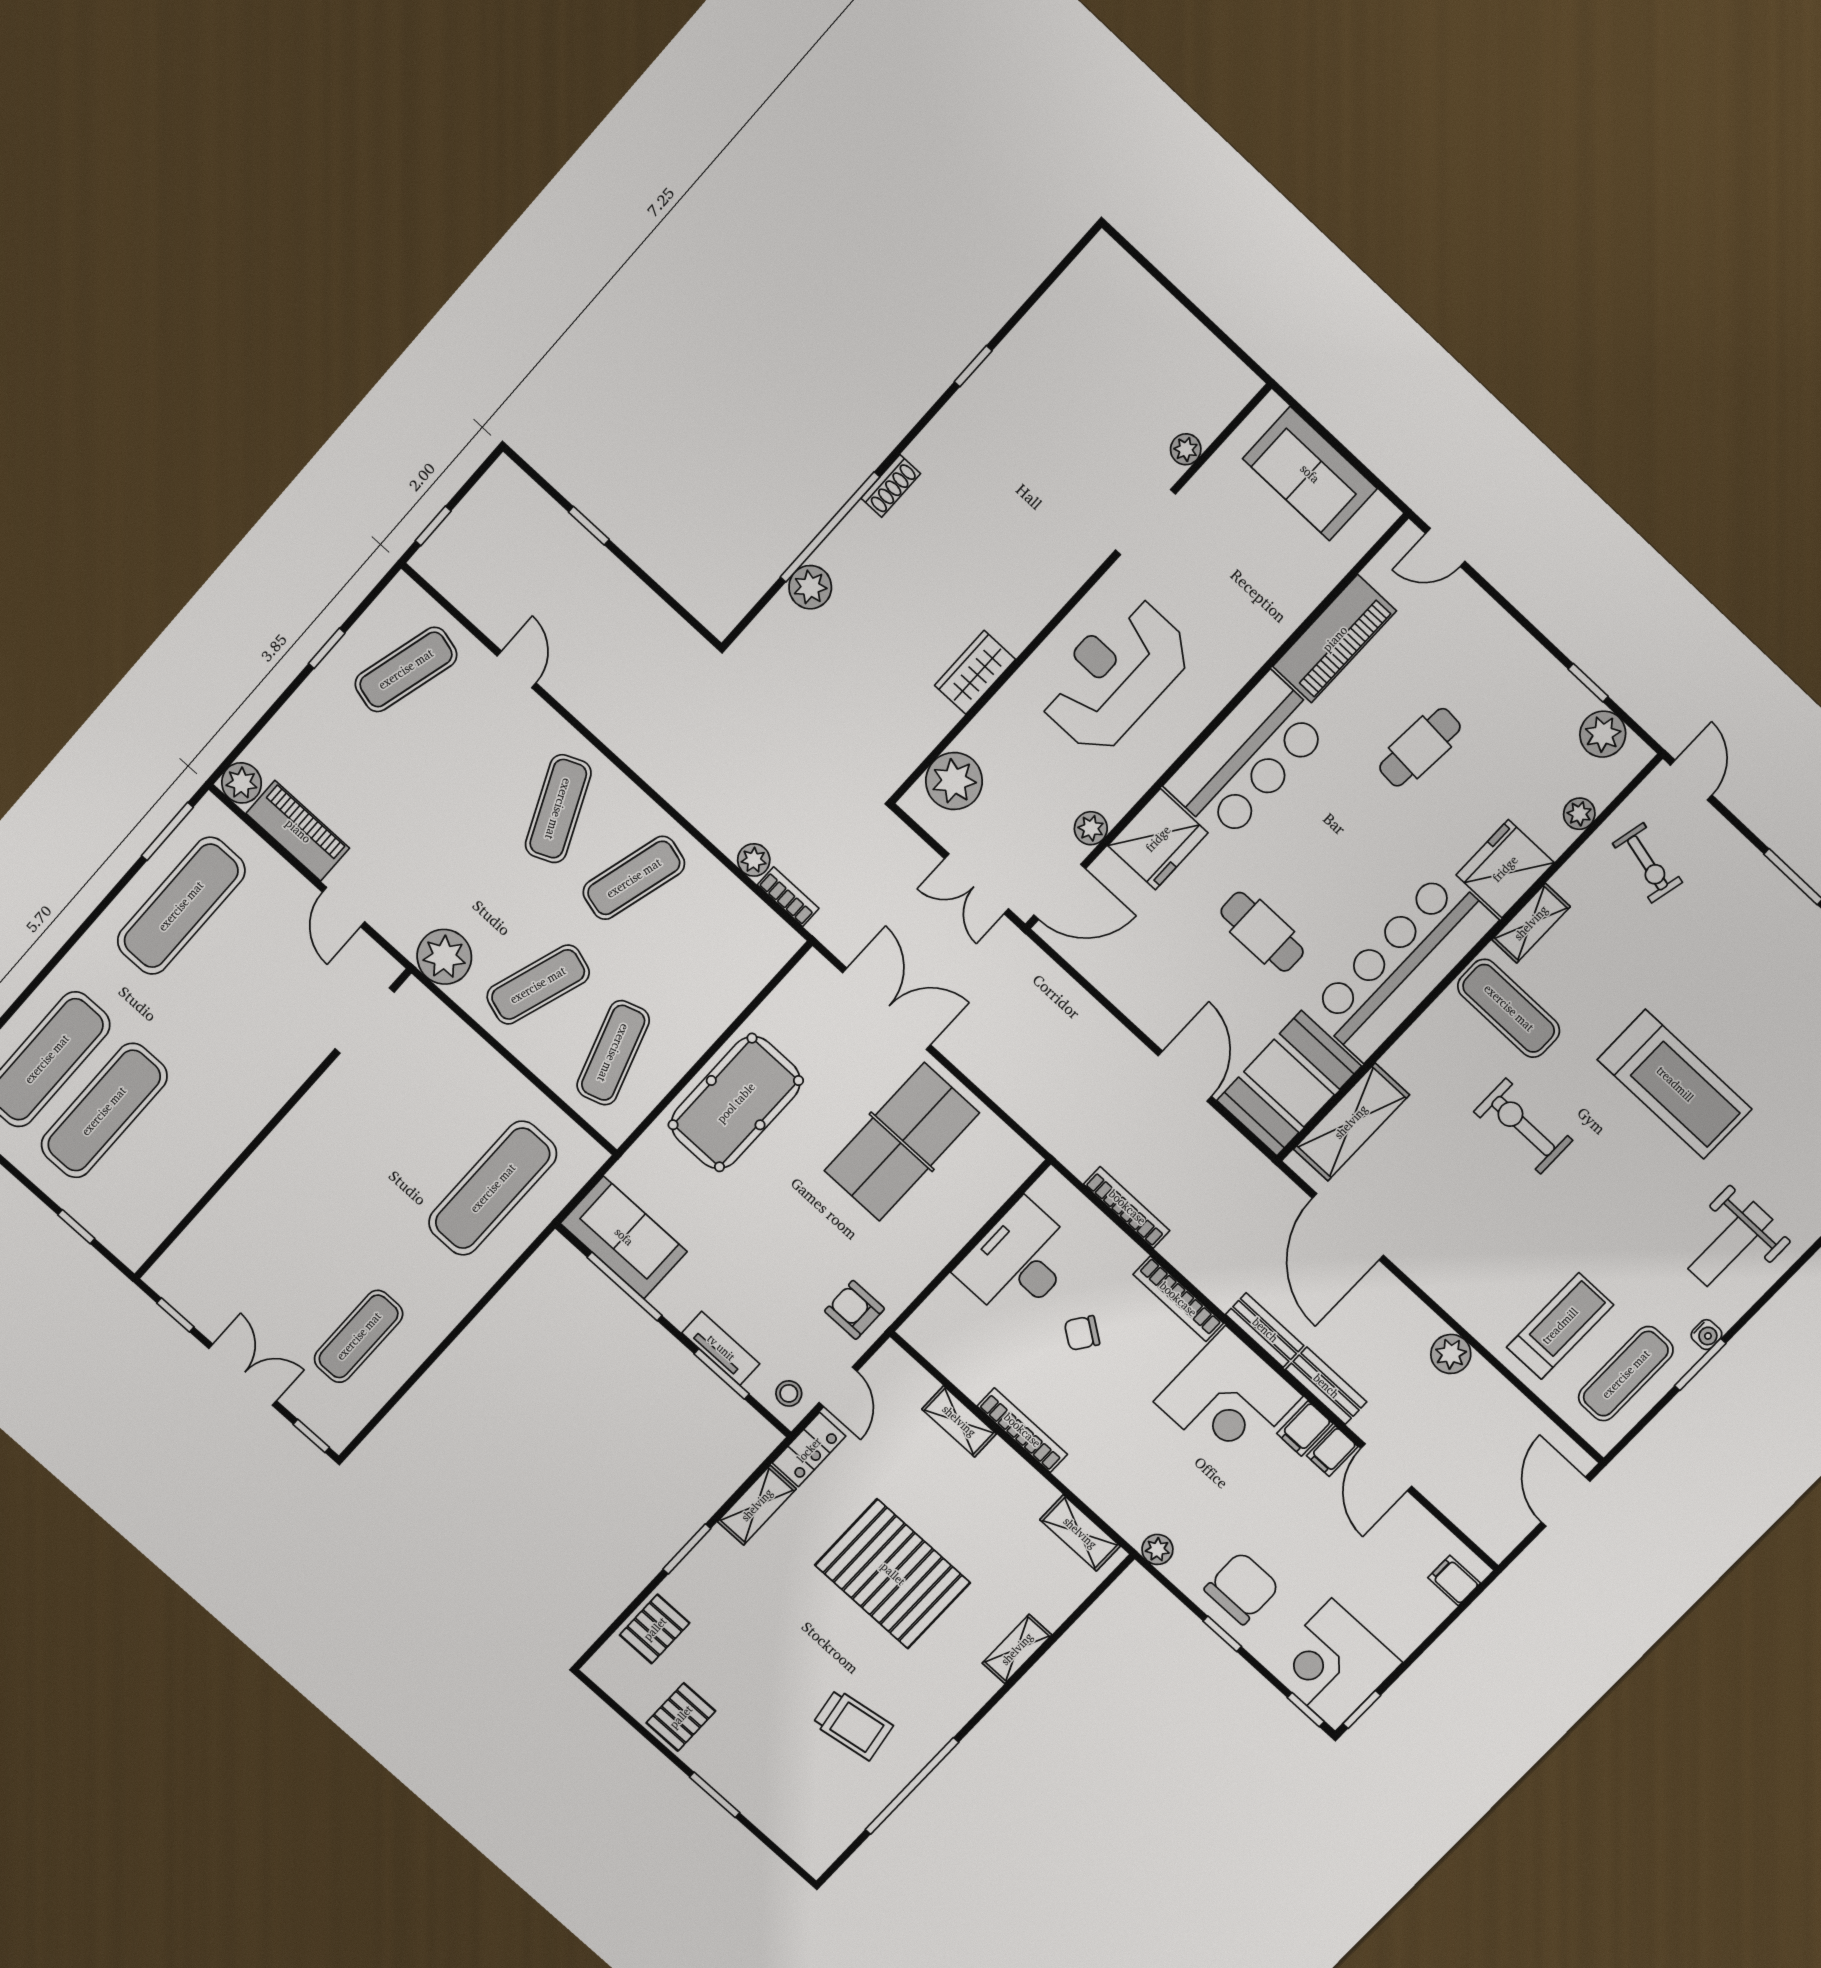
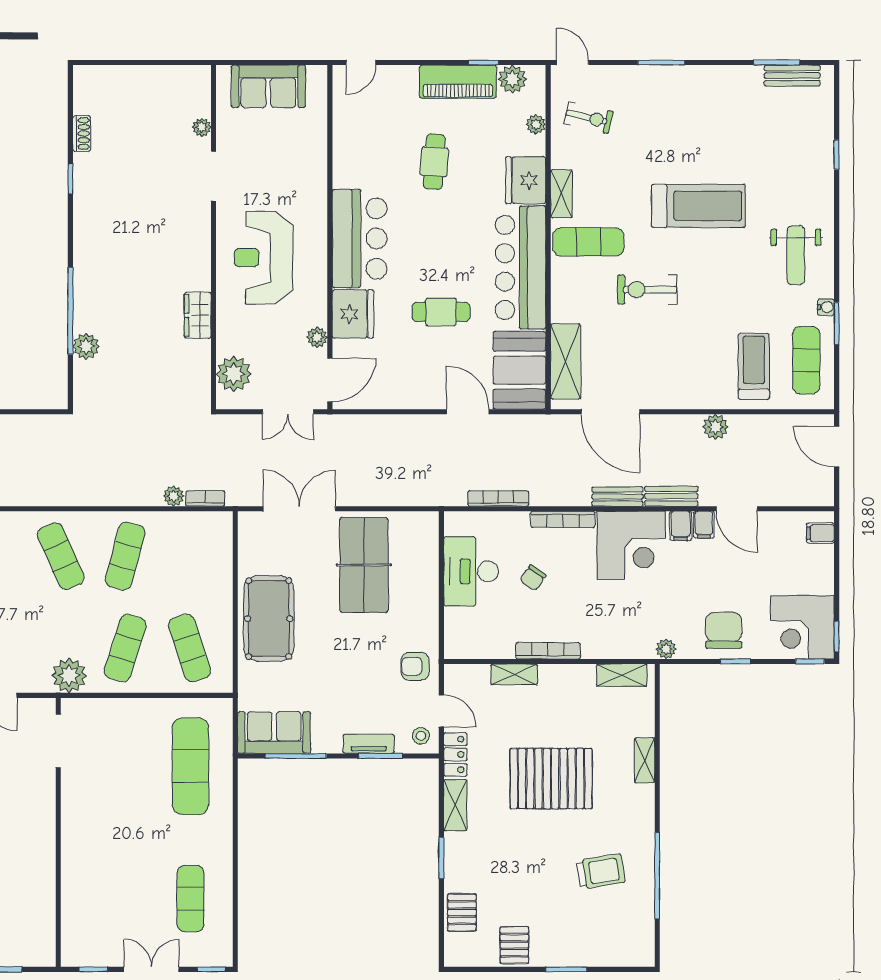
shoe rack: (891, 486) -> (82, 134), moved
piano: (1335, 639) -> (458, 82), moved, turned 90

